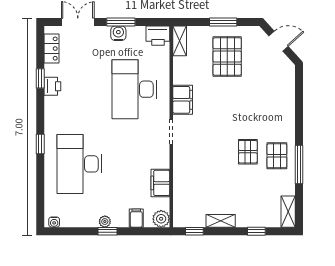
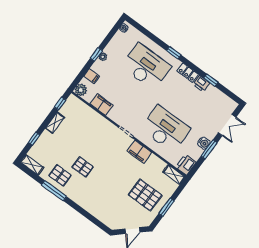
locker: (51, 49) -> (188, 73), moved
pallet: (277, 156) -> (60, 175), moved

